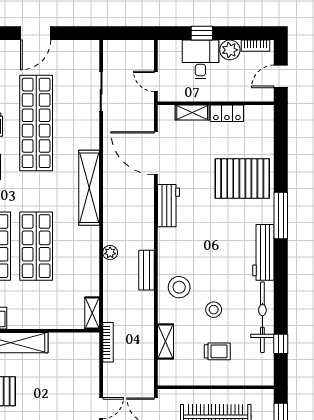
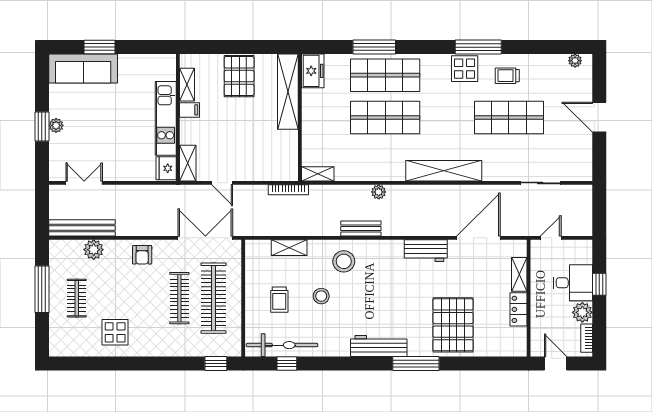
shop shelf: (36, 123) -> (509, 118), width x0.71
bicycle: (262, 317) -> (282, 345), moved

